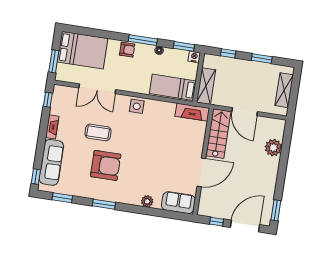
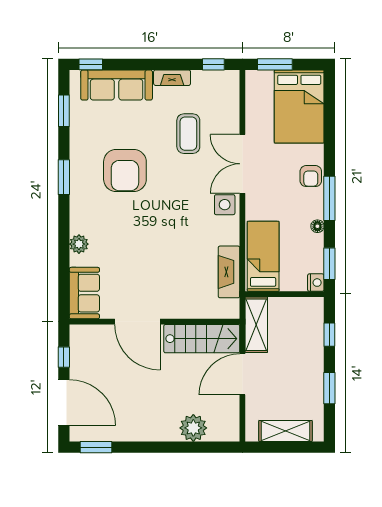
shelving: (206, 86) -> (256, 325), moved, turned 90
double door: (97, 89) -> (242, 164), moved
fireplace: (192, 112) -> (229, 272), moved
coffee table: (98, 132) -> (188, 134), moved

